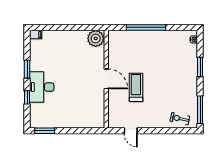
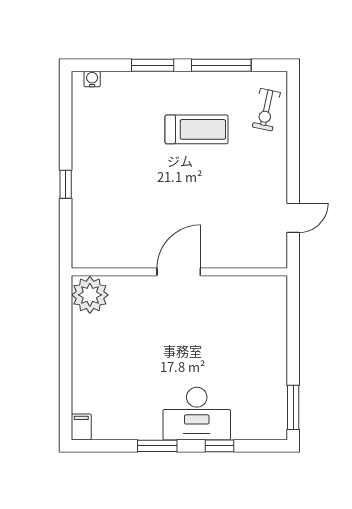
window: (146, 27) -> (66, 184), width x0.32
treadmill: (136, 87) -> (197, 129), moved, turned 180
window: (200, 110) -> (221, 65), moved

